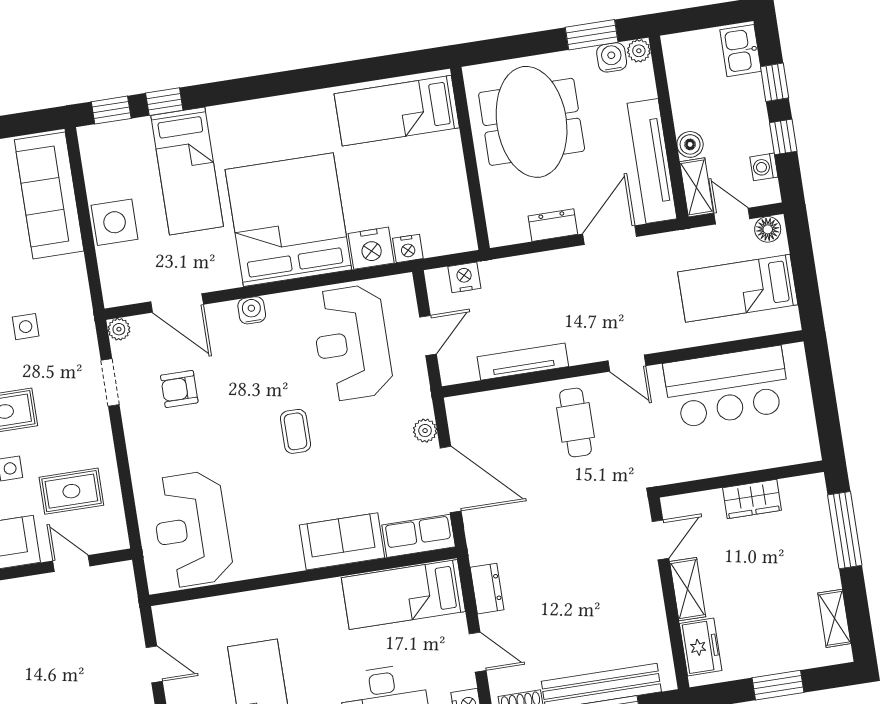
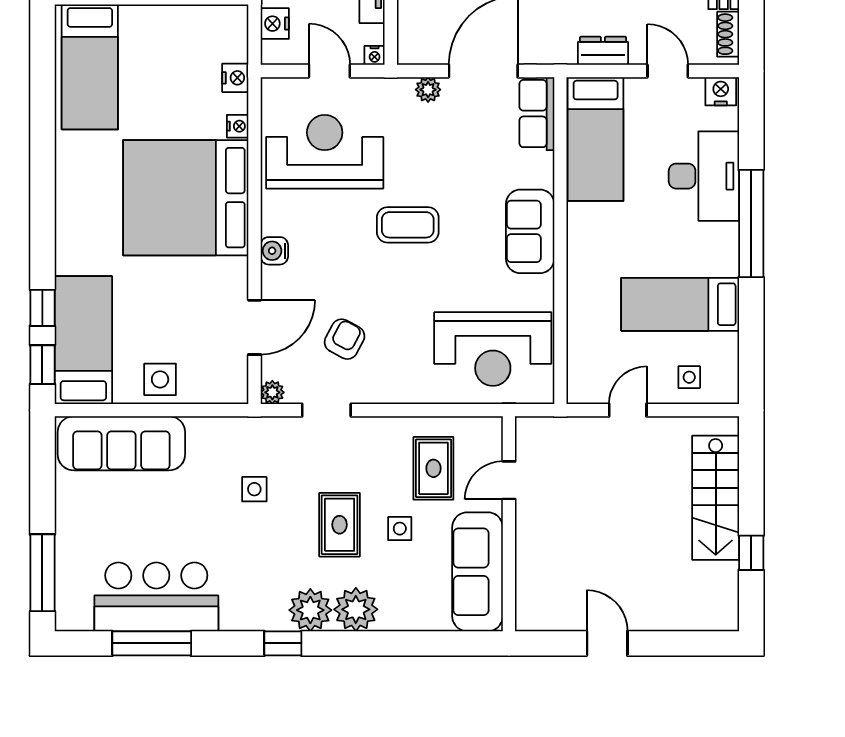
bed: (187, 171) -> (83, 340), moved, turned -90
side table: (115, 222) -> (160, 379), width x0.73, depth x0.73
nightstand: (371, 248) -> (238, 126), width x0.53, depth x0.56
reception desk: (352, 343) -> (325, 152), turned 180
nightstand: (449, 375) -> (375, 55), added
armchair: (179, 389) -> (345, 339), turned -152
coffee table: (295, 431) -> (408, 225), width x1.36, depth x1.30
sofa: (342, 541) -> (530, 231), moved
door: (478, 652) -> (668, 71), hinge flipped

